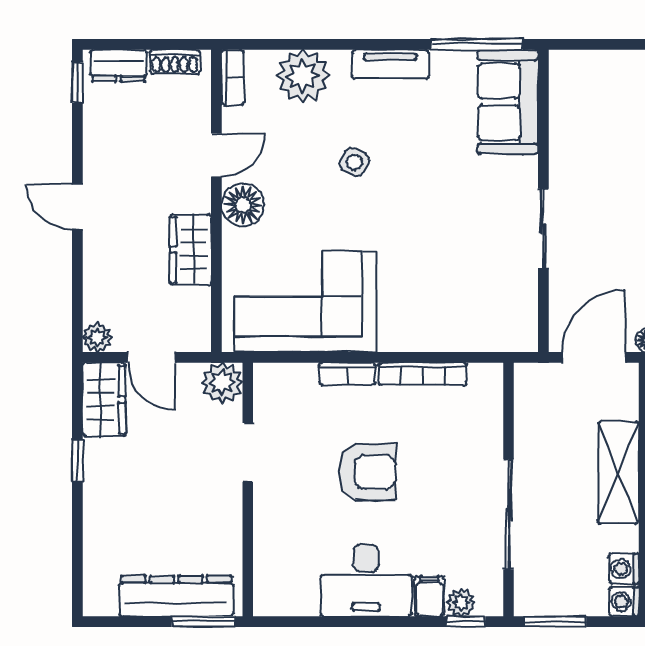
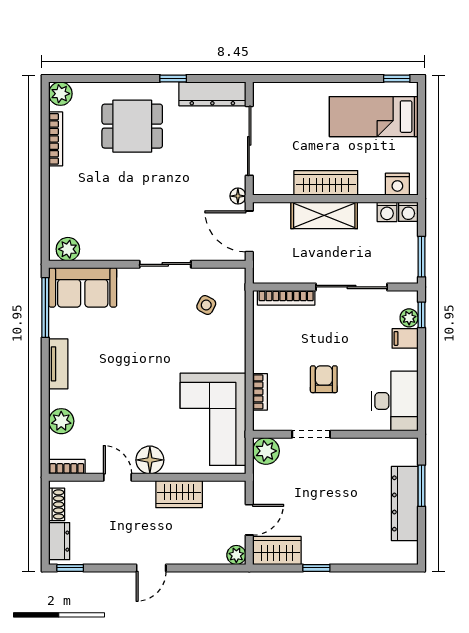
plant: (303, 76) -> (61, 421), width x0.73, depth x0.73
plant: (567, 79) -> (68, 249), added
side table: (355, 162) -> (206, 305), moved
bookcase: (422, 374) -> (286, 298), moved, turned 90
plant: (222, 383) -> (266, 451), moved
doorway: (248, 452) -> (311, 434), moved
armchair: (367, 472) -> (324, 379), width x0.72, depth x0.72
wall: (248, 489) -> (335, 434), moved
desk: (366, 580) -> (395, 401), moved

